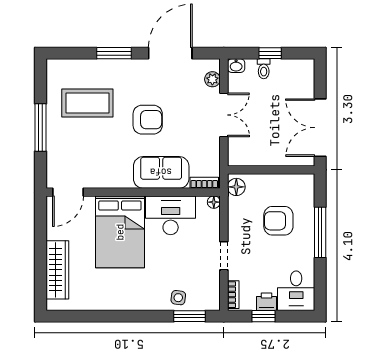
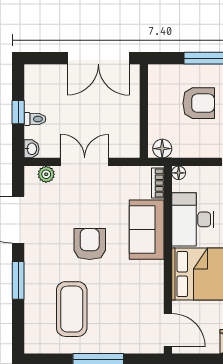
armchair: (278, 221) -> (199, 103), turned -90

